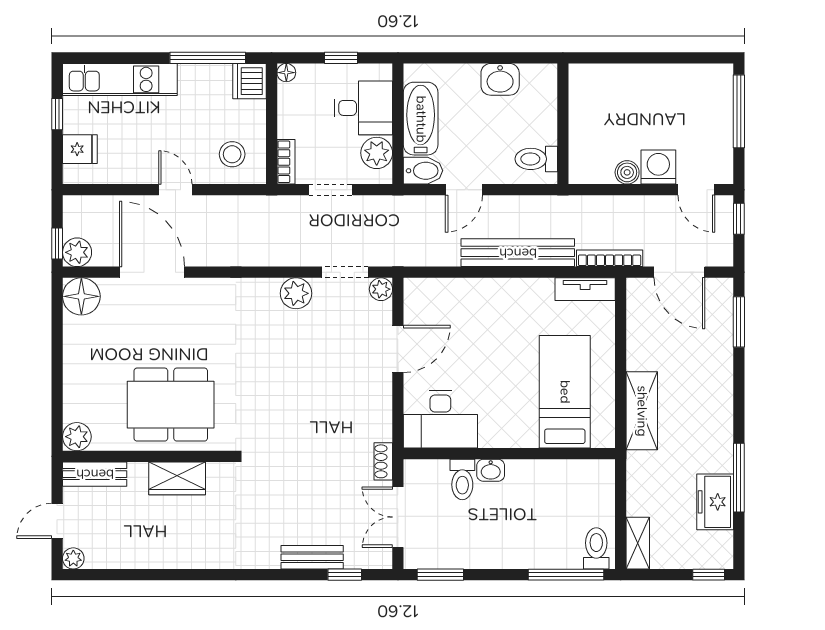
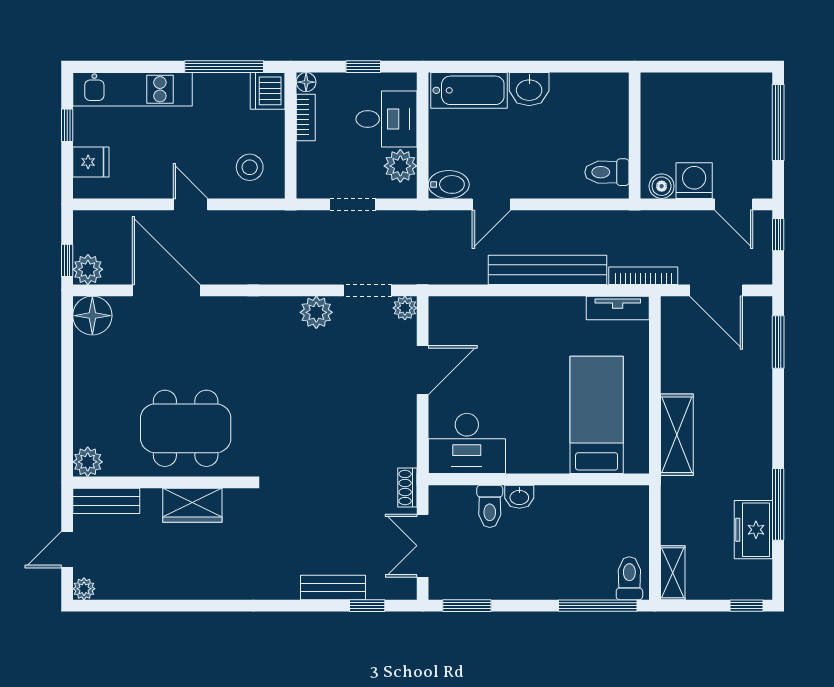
bathtub: (421, 119) -> (469, 90), moved, turned 90
wall: (563, 124) -> (635, 135), moved
toilet: (536, 159) -> (607, 172), moved
bookcase: (286, 162) -> (306, 117), moved

